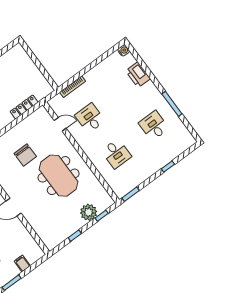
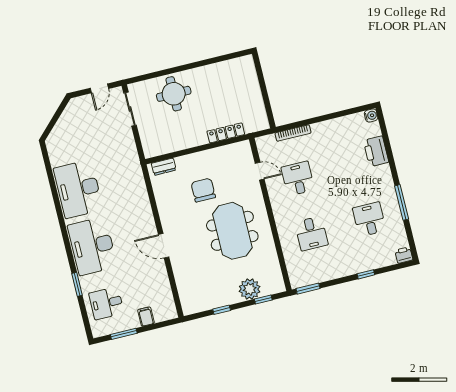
printer: (189, 141) -> (404, 255), added
chair: (25, 155) -> (203, 190), turned 180

